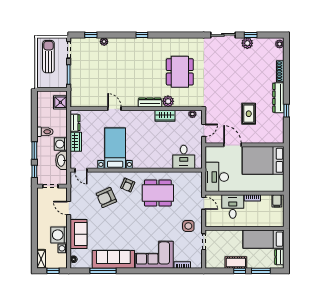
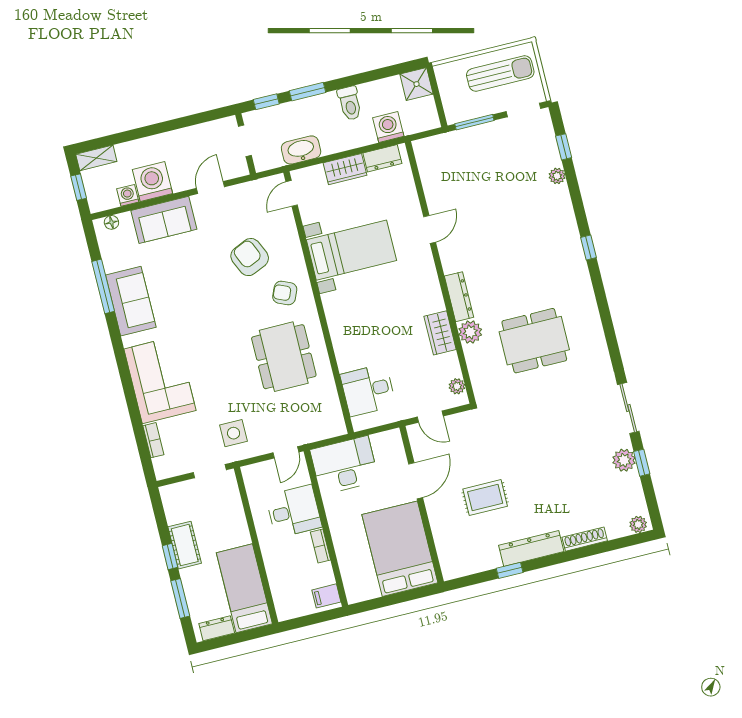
shower: (60, 102) -> (416, 84), moved
washing machine: (61, 144) -> (388, 127), moved
sofa: (113, 259) -> (131, 301), width x0.73

